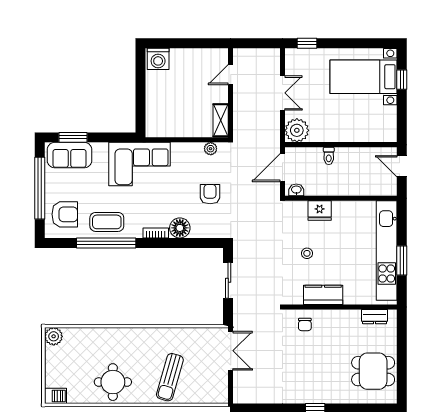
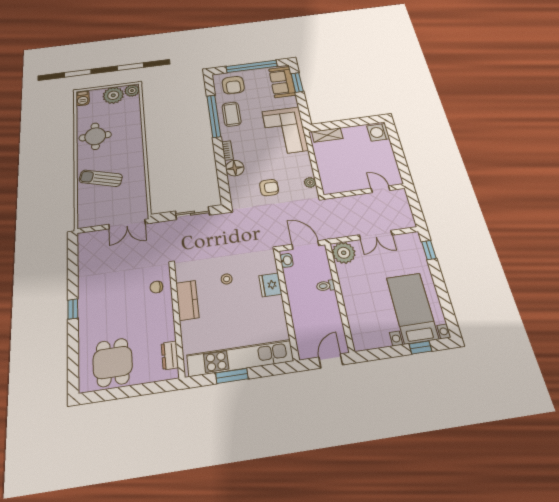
shelving: (221, 120) -> (327, 135), moved
plant: (57, 359) -> (113, 95), added

